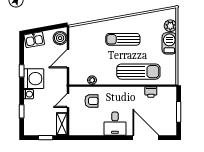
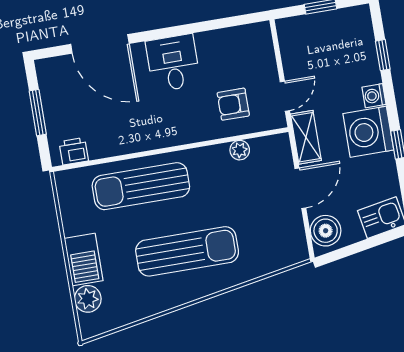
sun lounger: (123, 39) -> (187, 251), width x1.36, depth x1.34
printer: (151, 92) -> (74, 151), moved
shelving: (62, 124) -> (306, 137), moved

